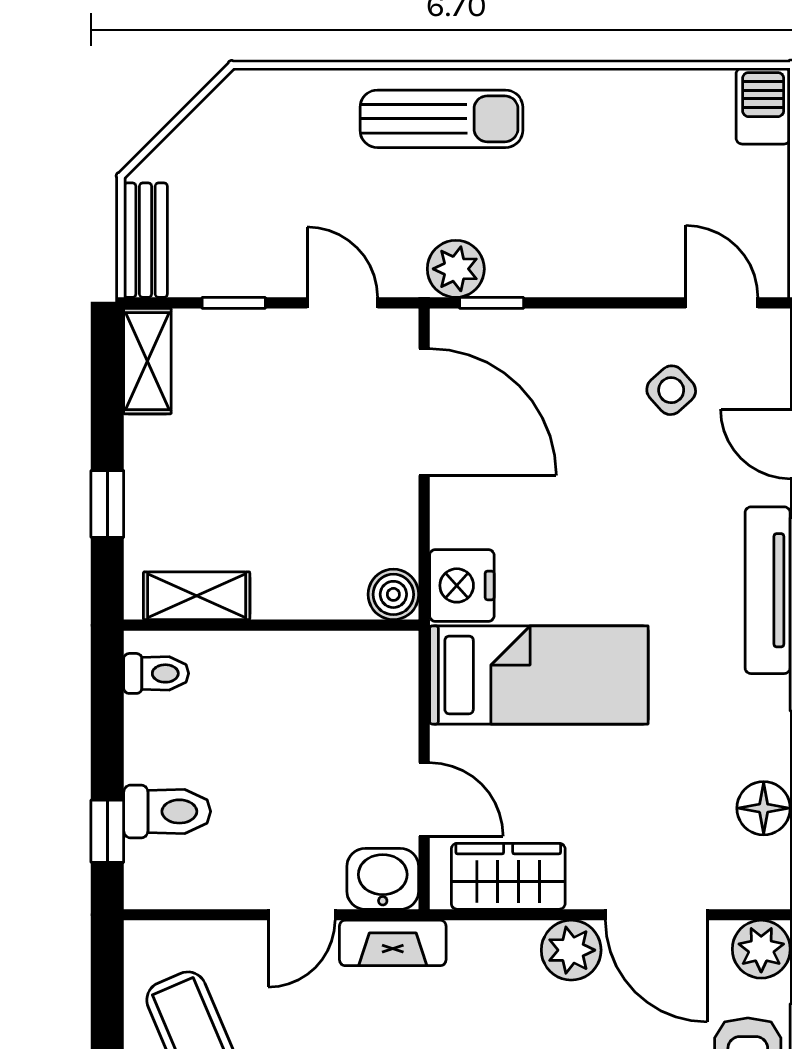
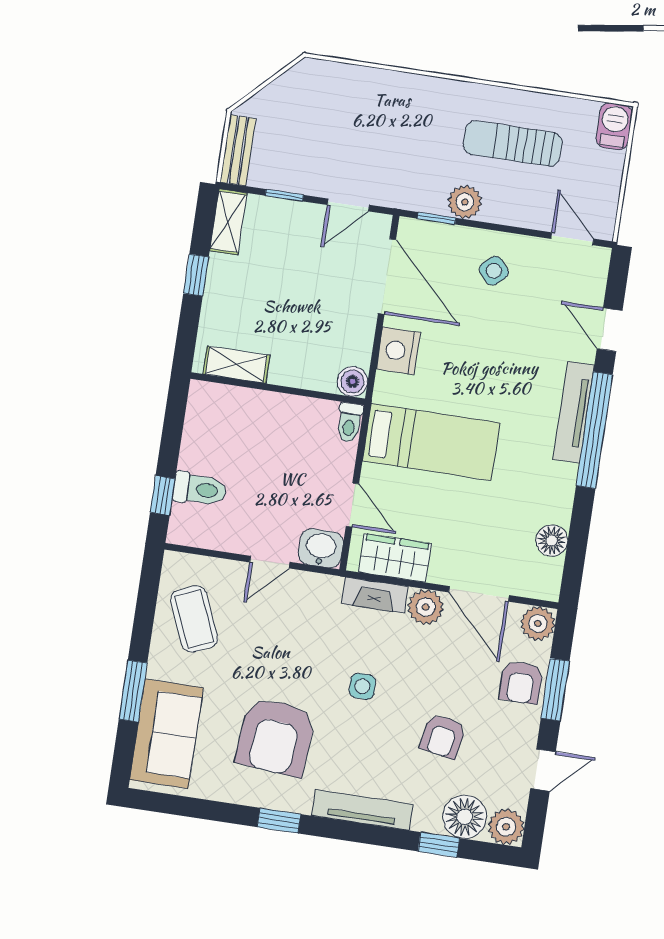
sun lounger: (441, 119) -> (513, 143), moved, turned 180
plant: (456, 269) -> (465, 202), moved
door: (342, 303) -> (348, 205), swing flipped
side table: (671, 390) -> (494, 271), moved
window: (107, 504) -> (196, 275), moved
nightstand: (462, 585) -> (398, 351), moved
toilet: (156, 673) -> (350, 422), moved, turned 90
fireplace: (393, 943) -> (375, 595), moved

